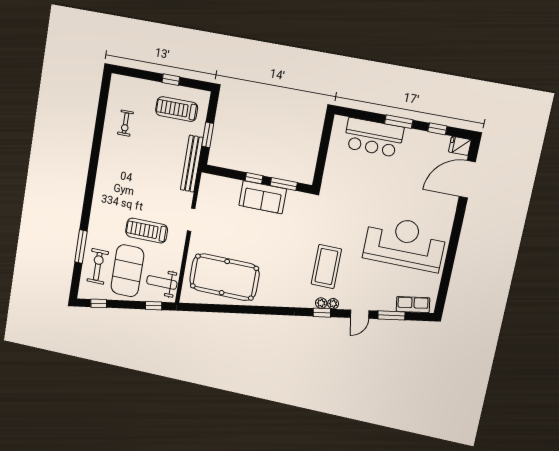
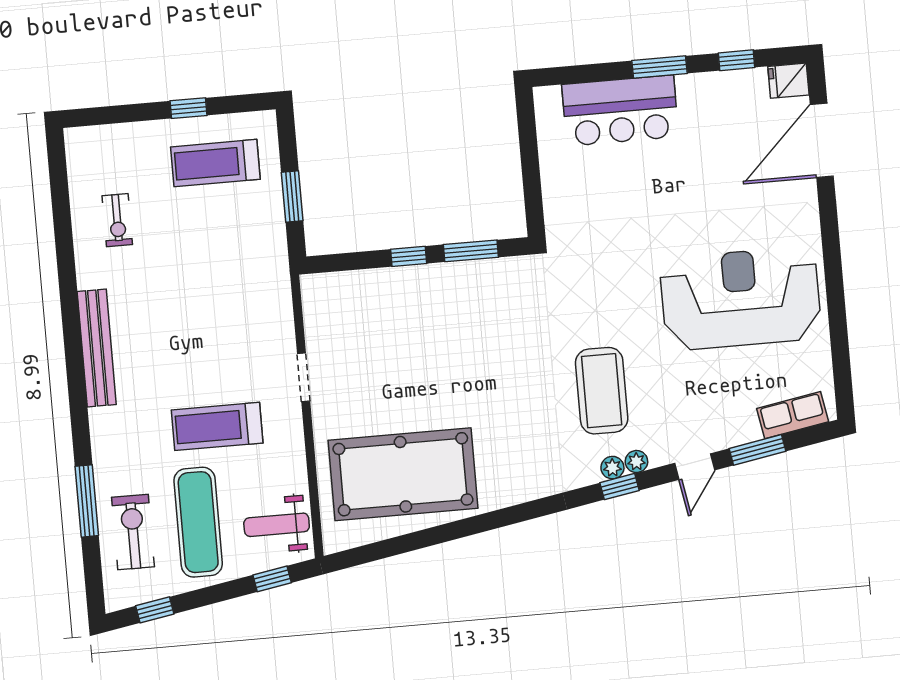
bench: (192, 164) -> (97, 348), moved
sofa: (263, 197) -> (436, 289), removed
exercise mat: (127, 271) -> (198, 522), width x0.68

